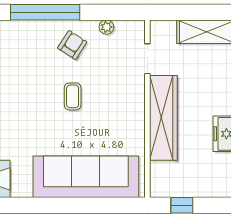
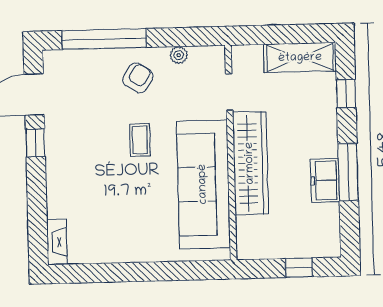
sofa: (86, 177) -> (203, 184), moved, turned -90
window: (182, 205) -> (299, 268), moved

